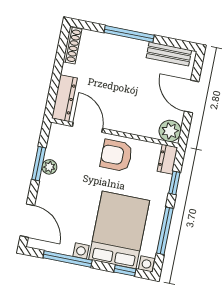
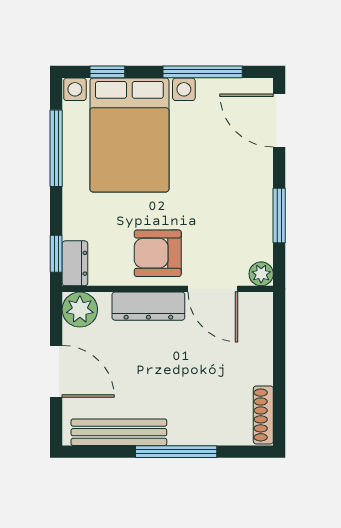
bench: (169, 54) -> (119, 432), width x1.36
dresser: (64, 98) -> (148, 306), moved, turned -90
armchair: (116, 155) -> (158, 253), turned 180
plant: (49, 167) -> (261, 274), moved
window: (174, 183) -> (56, 254), moved

